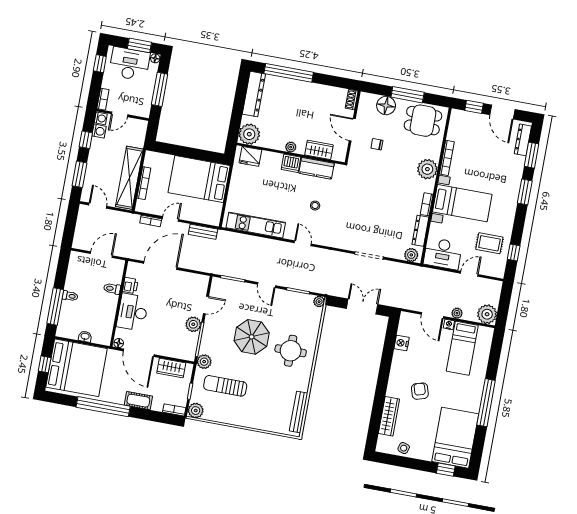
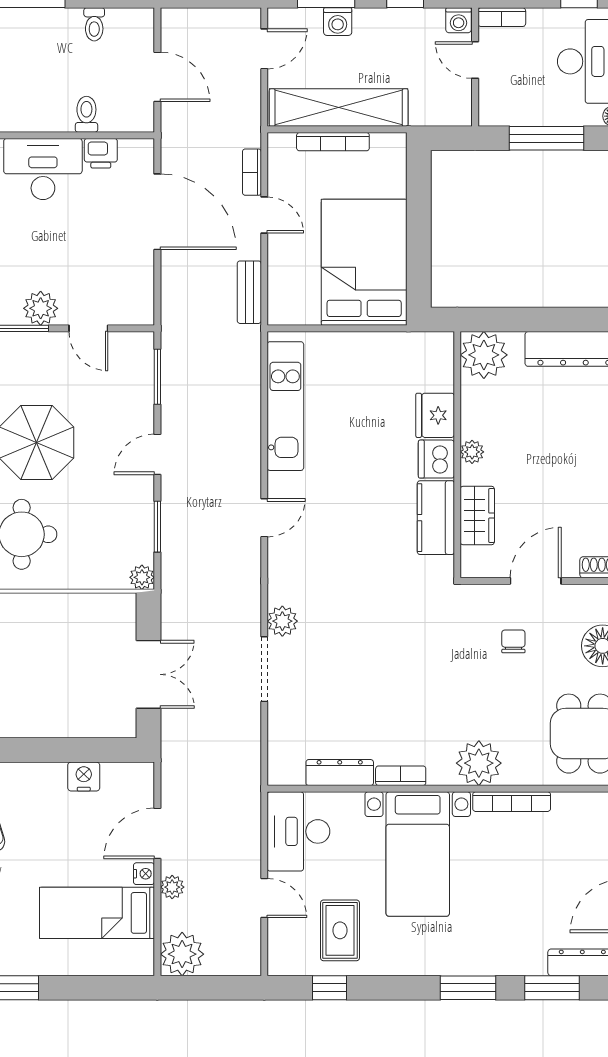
washing machine: (99, 131) -> (338, 22), moved
fridge: (250, 156) -> (435, 415), moved
stool: (315, 206) -> (353, 529), removed
plant: (411, 255) -> (282, 621), moved
toilet: (70, 296) -> (94, 24), moved

